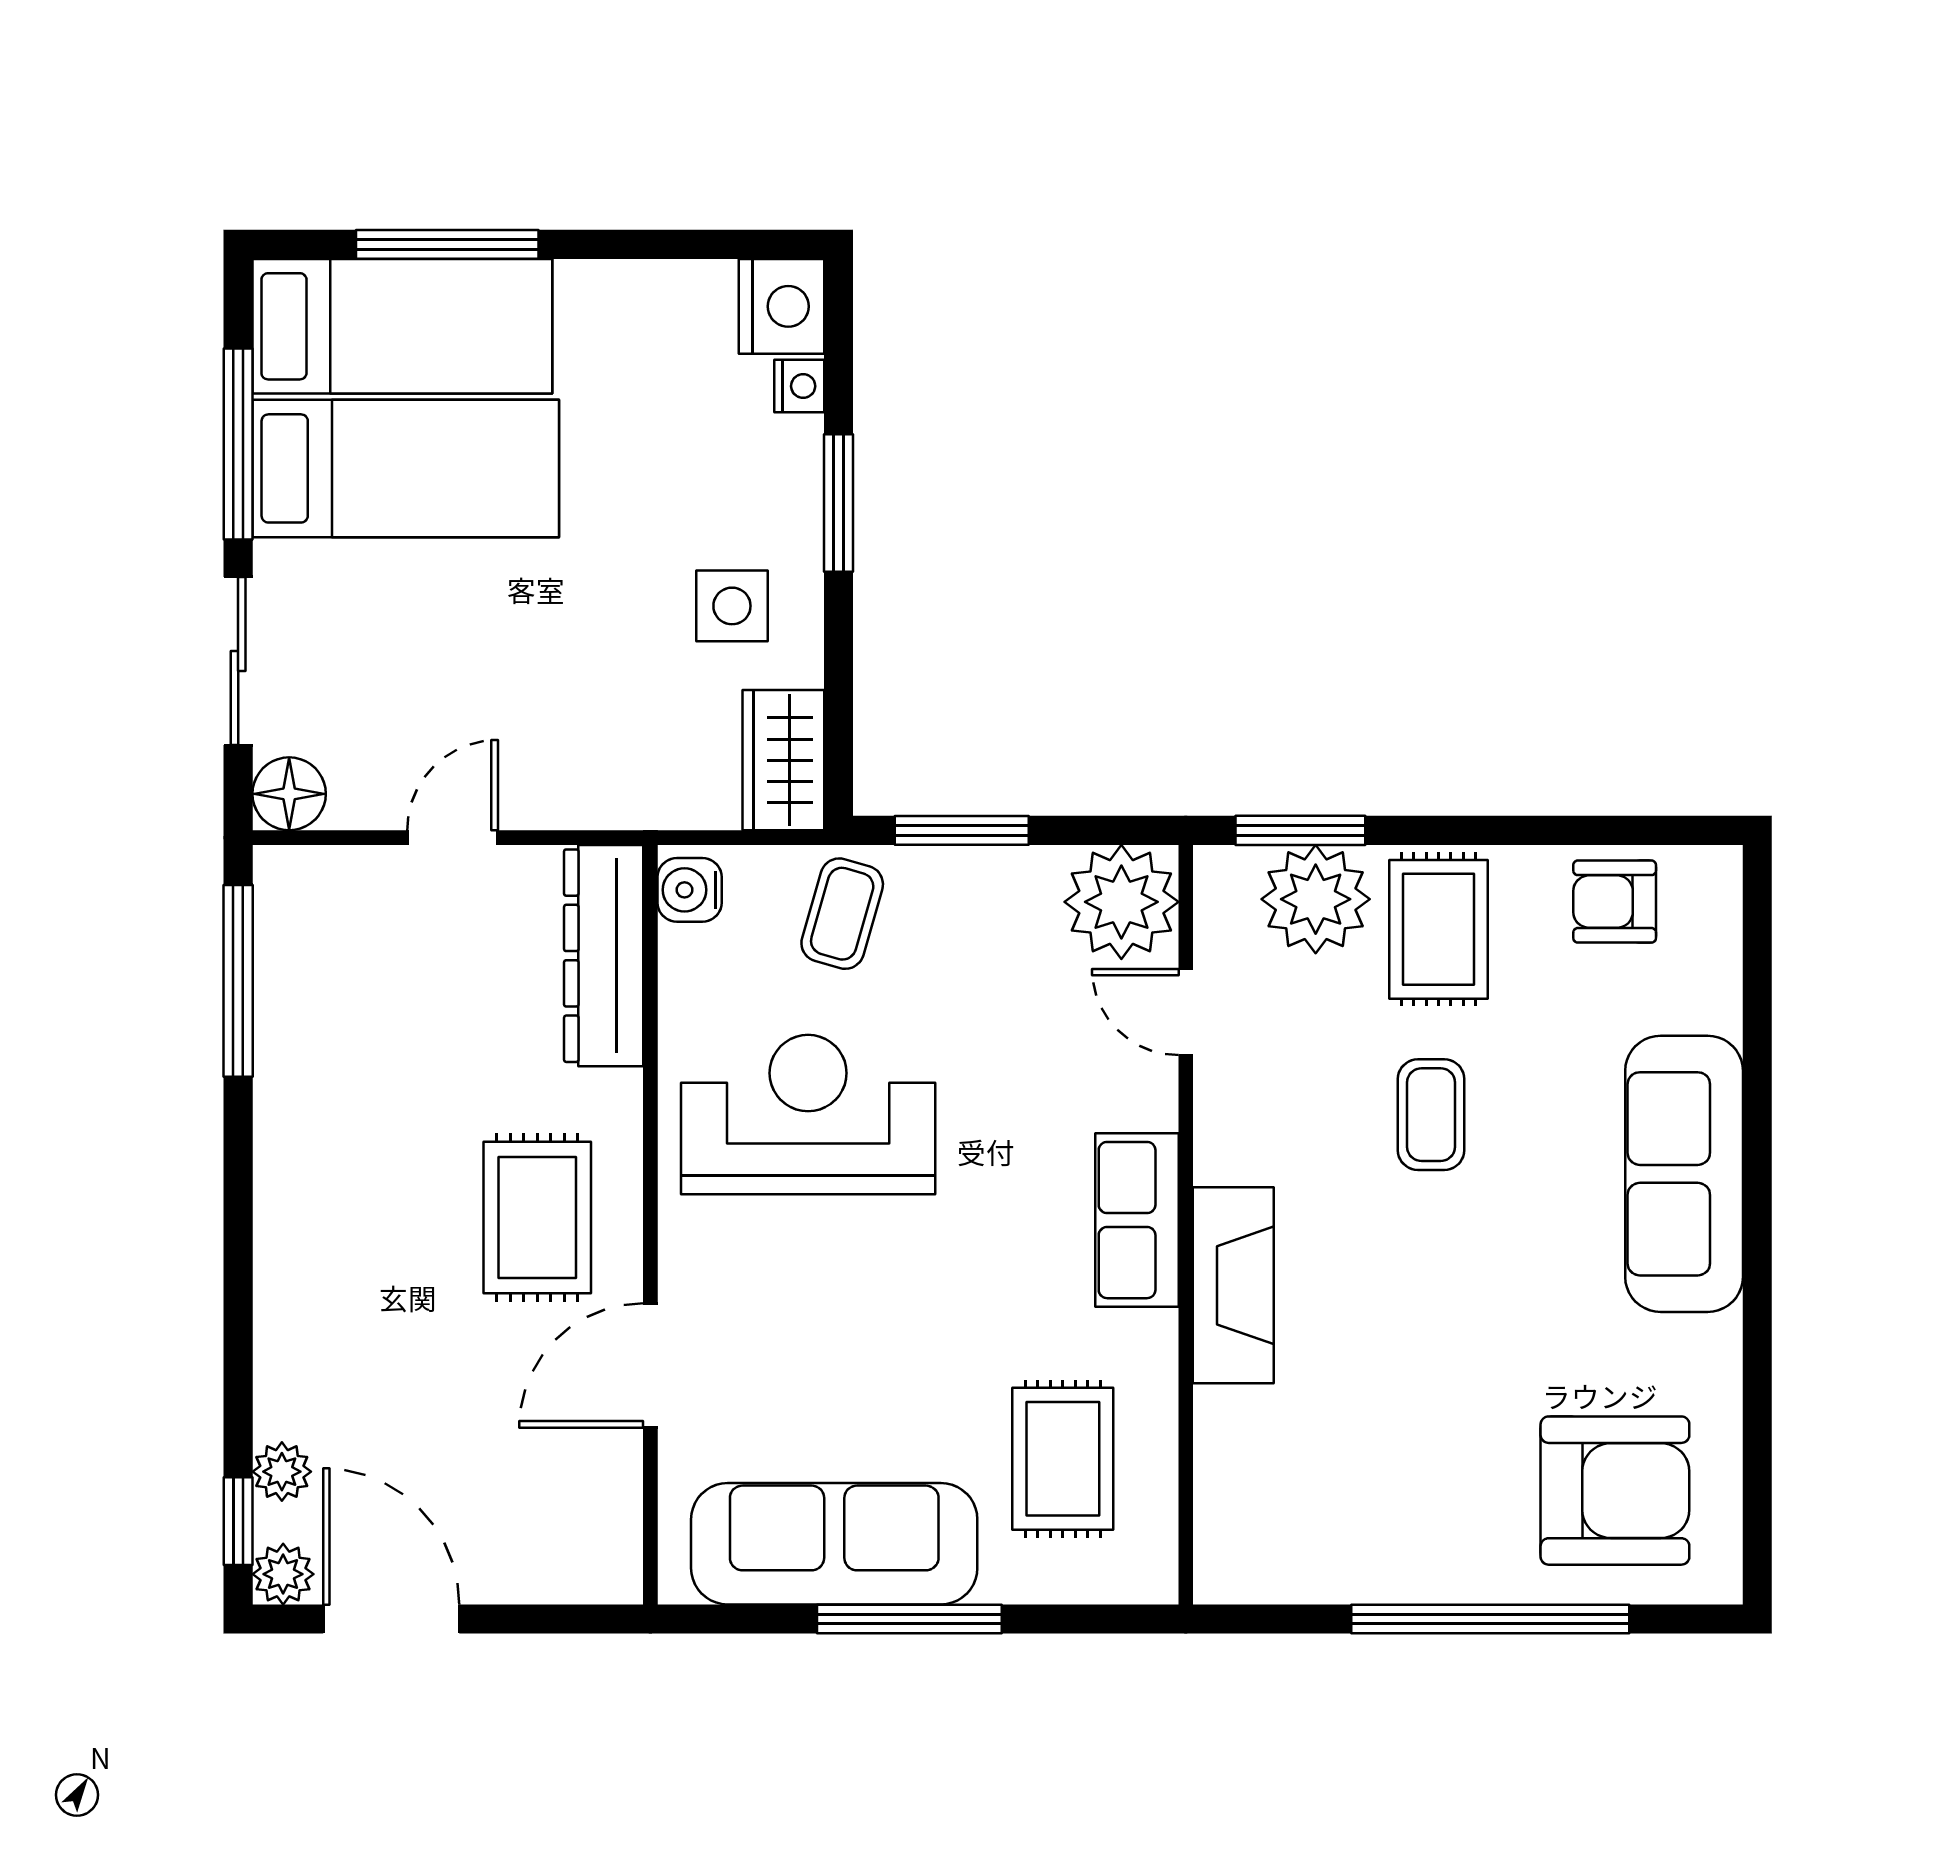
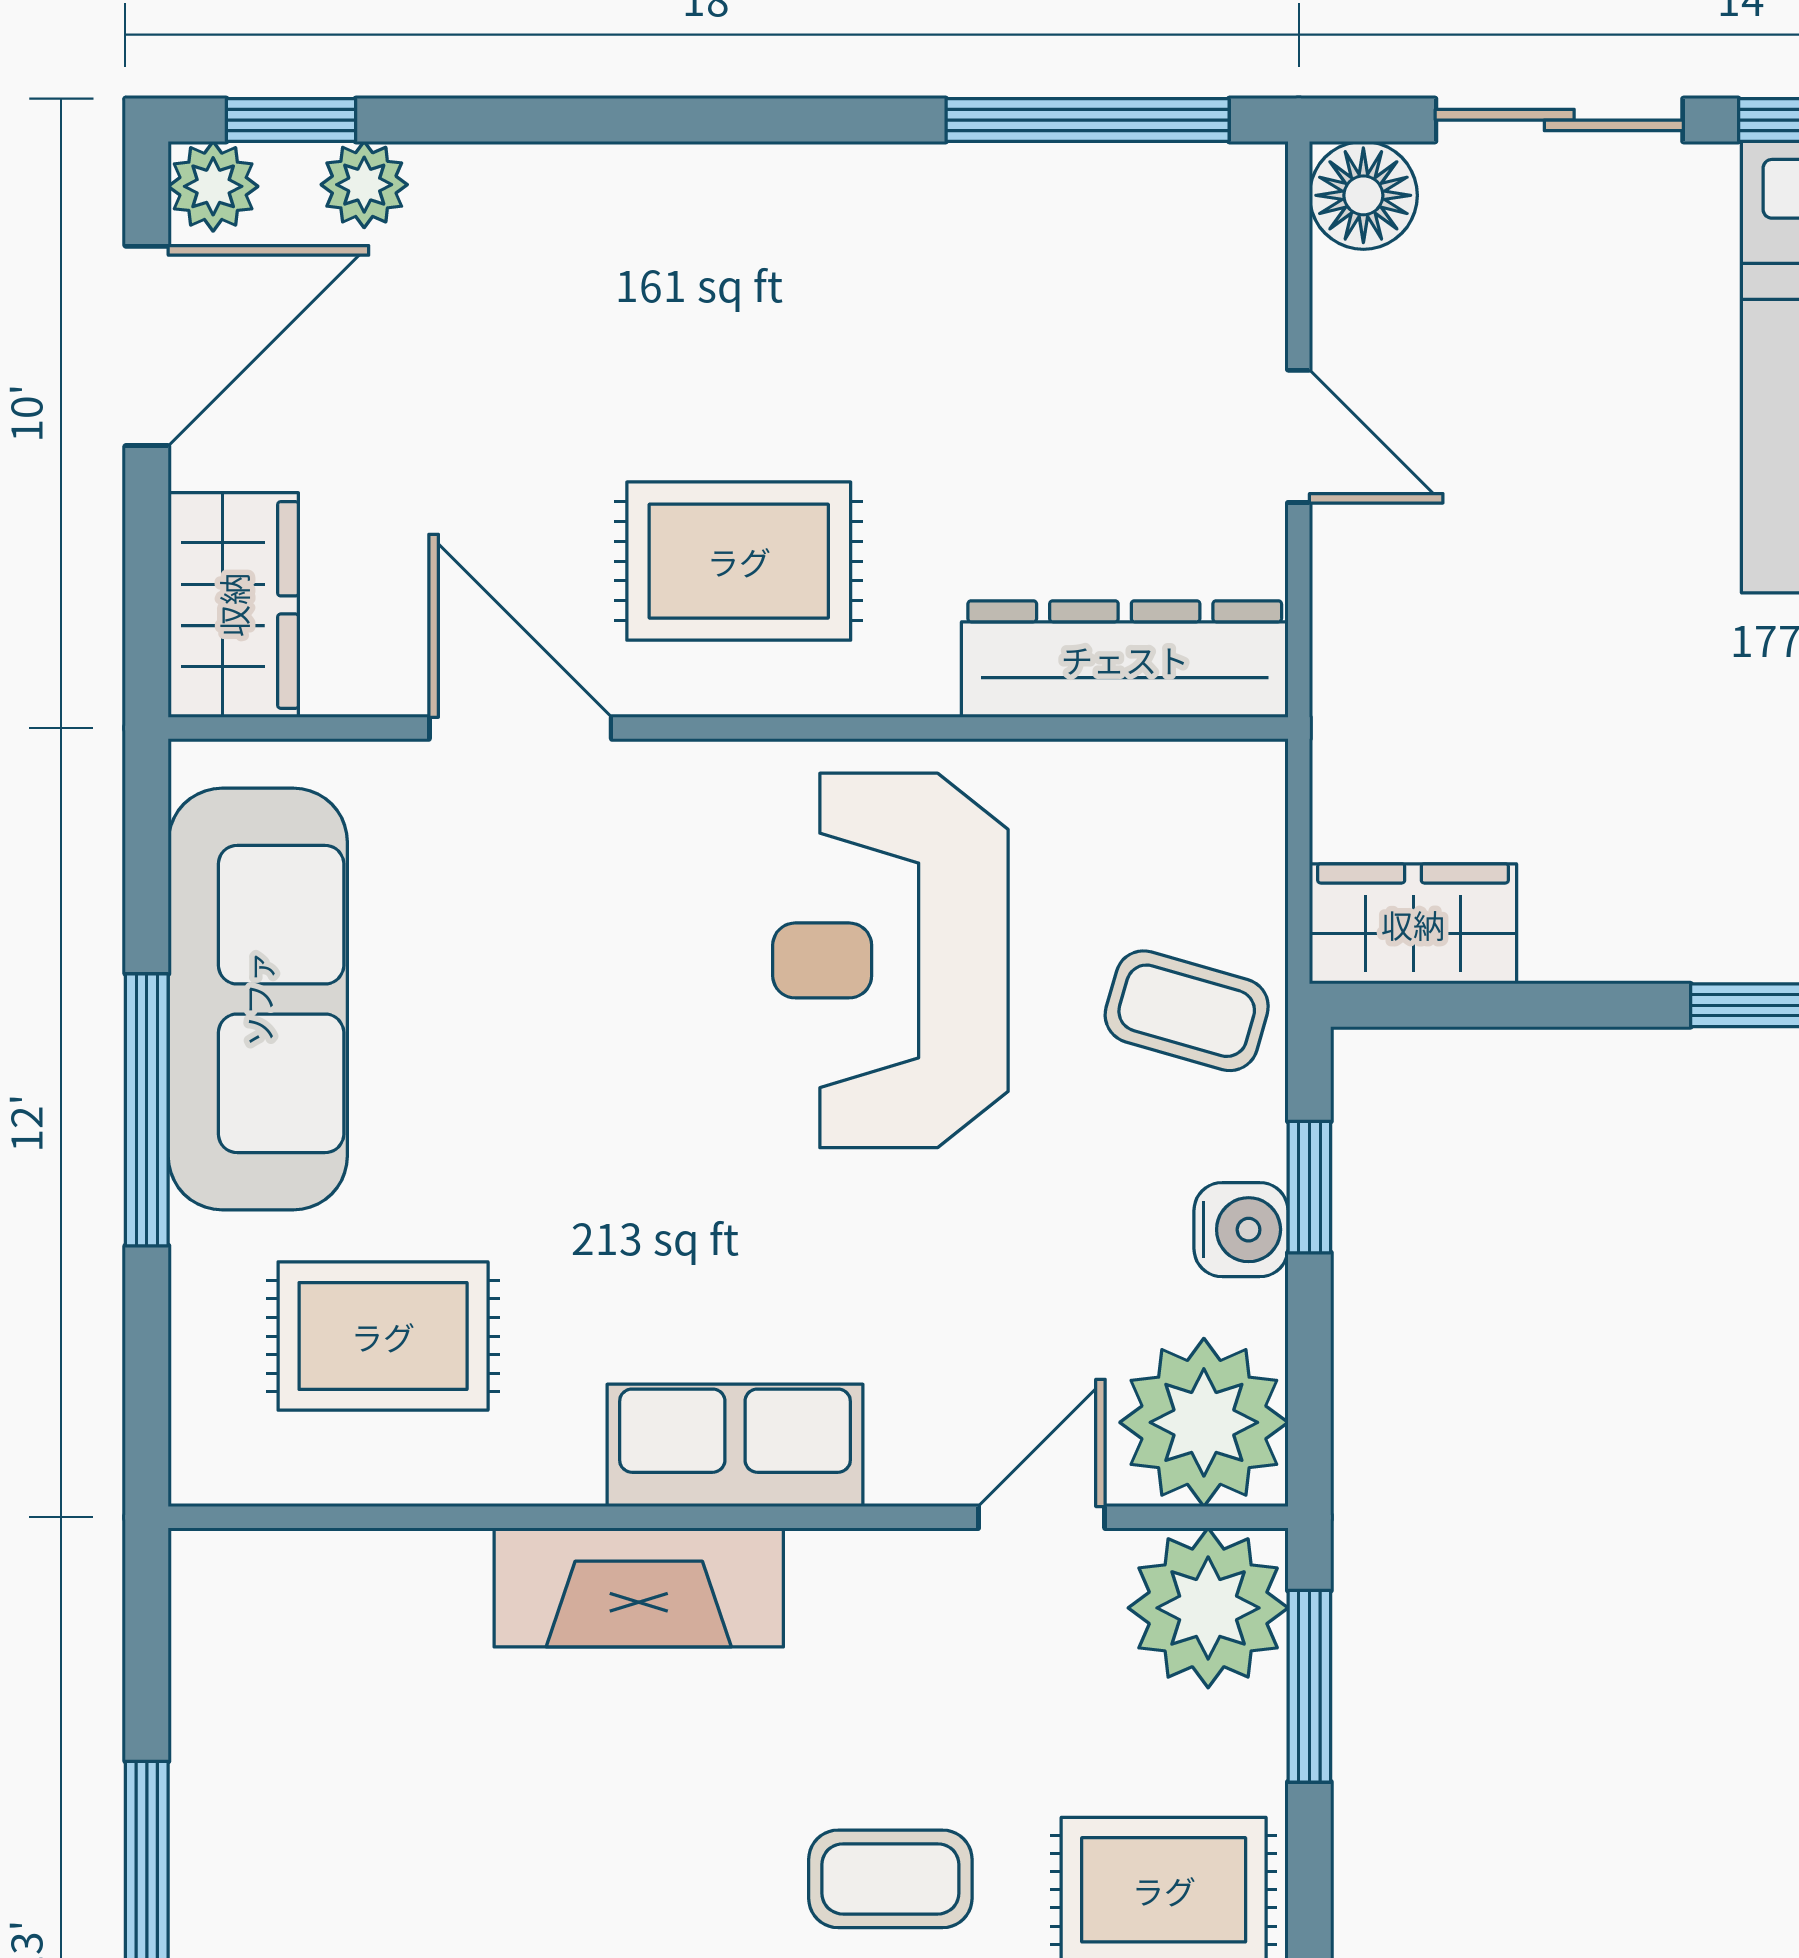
side table: (732, 606) -> (1640, 848), removed
window: (962, 830) -> (1309, 1187), width x0.67
water cooler: (690, 890) -> (1241, 1230), moved, turned 90
plant: (1316, 899) -> (1208, 1608), moved
reception desk: (808, 1115) -> (890, 960), turned 180
wardrobe: (567, 1560) -> (233, 605), added

